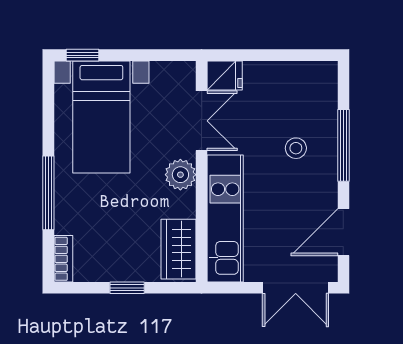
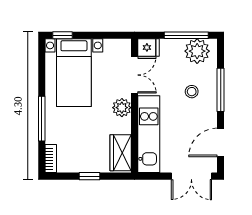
window: (287, 55) -> (186, 35), added
plant: (305, 81) -> (197, 51), added

